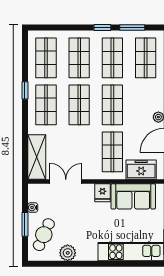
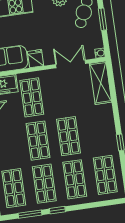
shop shelf: (46, 105) -> (99, 132), removed
double door: (66, 182) -> (71, 64), swing flipped
water cooler: (33, 208) -> (100, 53), moved

